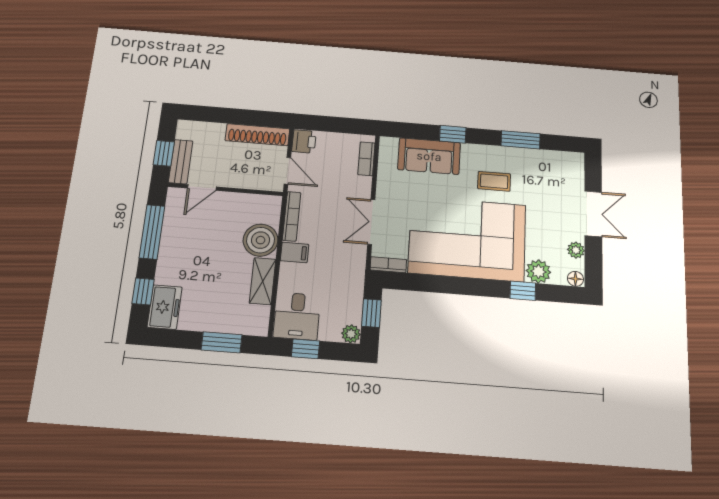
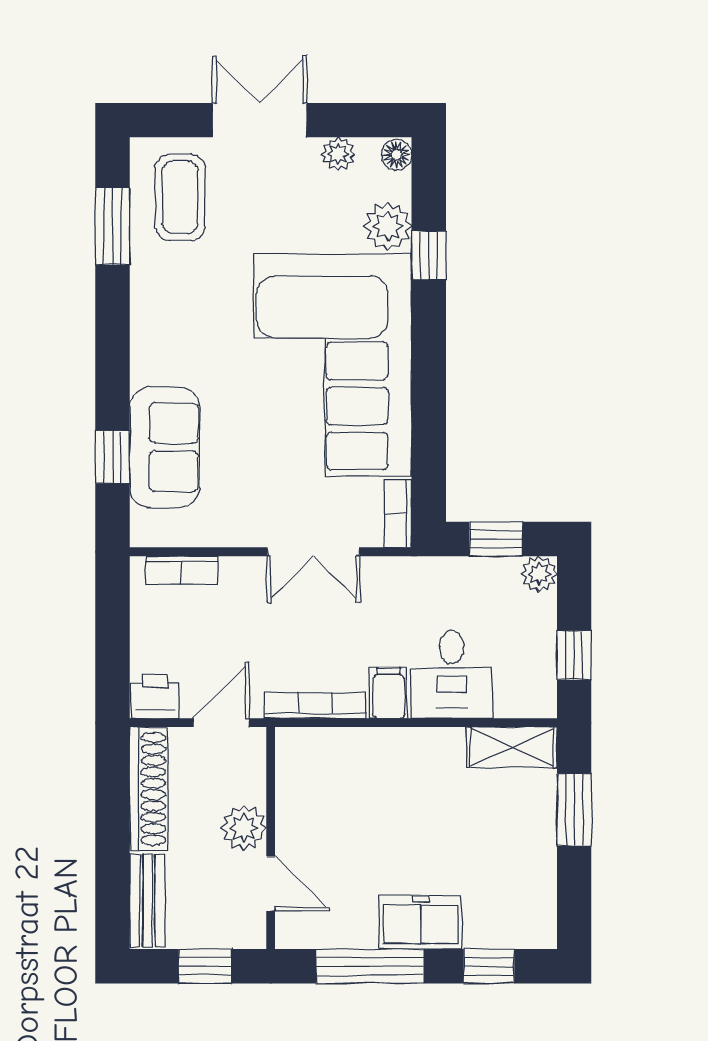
window: (453, 134) -> (113, 457), moved
window: (521, 140) -> (113, 226), moved
bench: (181, 162) -> (147, 901), moved, turned 90
plant: (232, 177) -> (244, 828), added
coffee table: (494, 181) -> (180, 197), moved, width x1.36, depth x1.30
boiler: (261, 240) -> (369, 760), removed
shelving: (263, 281) -> (512, 747), moved
freezer: (165, 307) -> (421, 922), moved
desk: (297, 316) -> (452, 675), moved, turned 90

